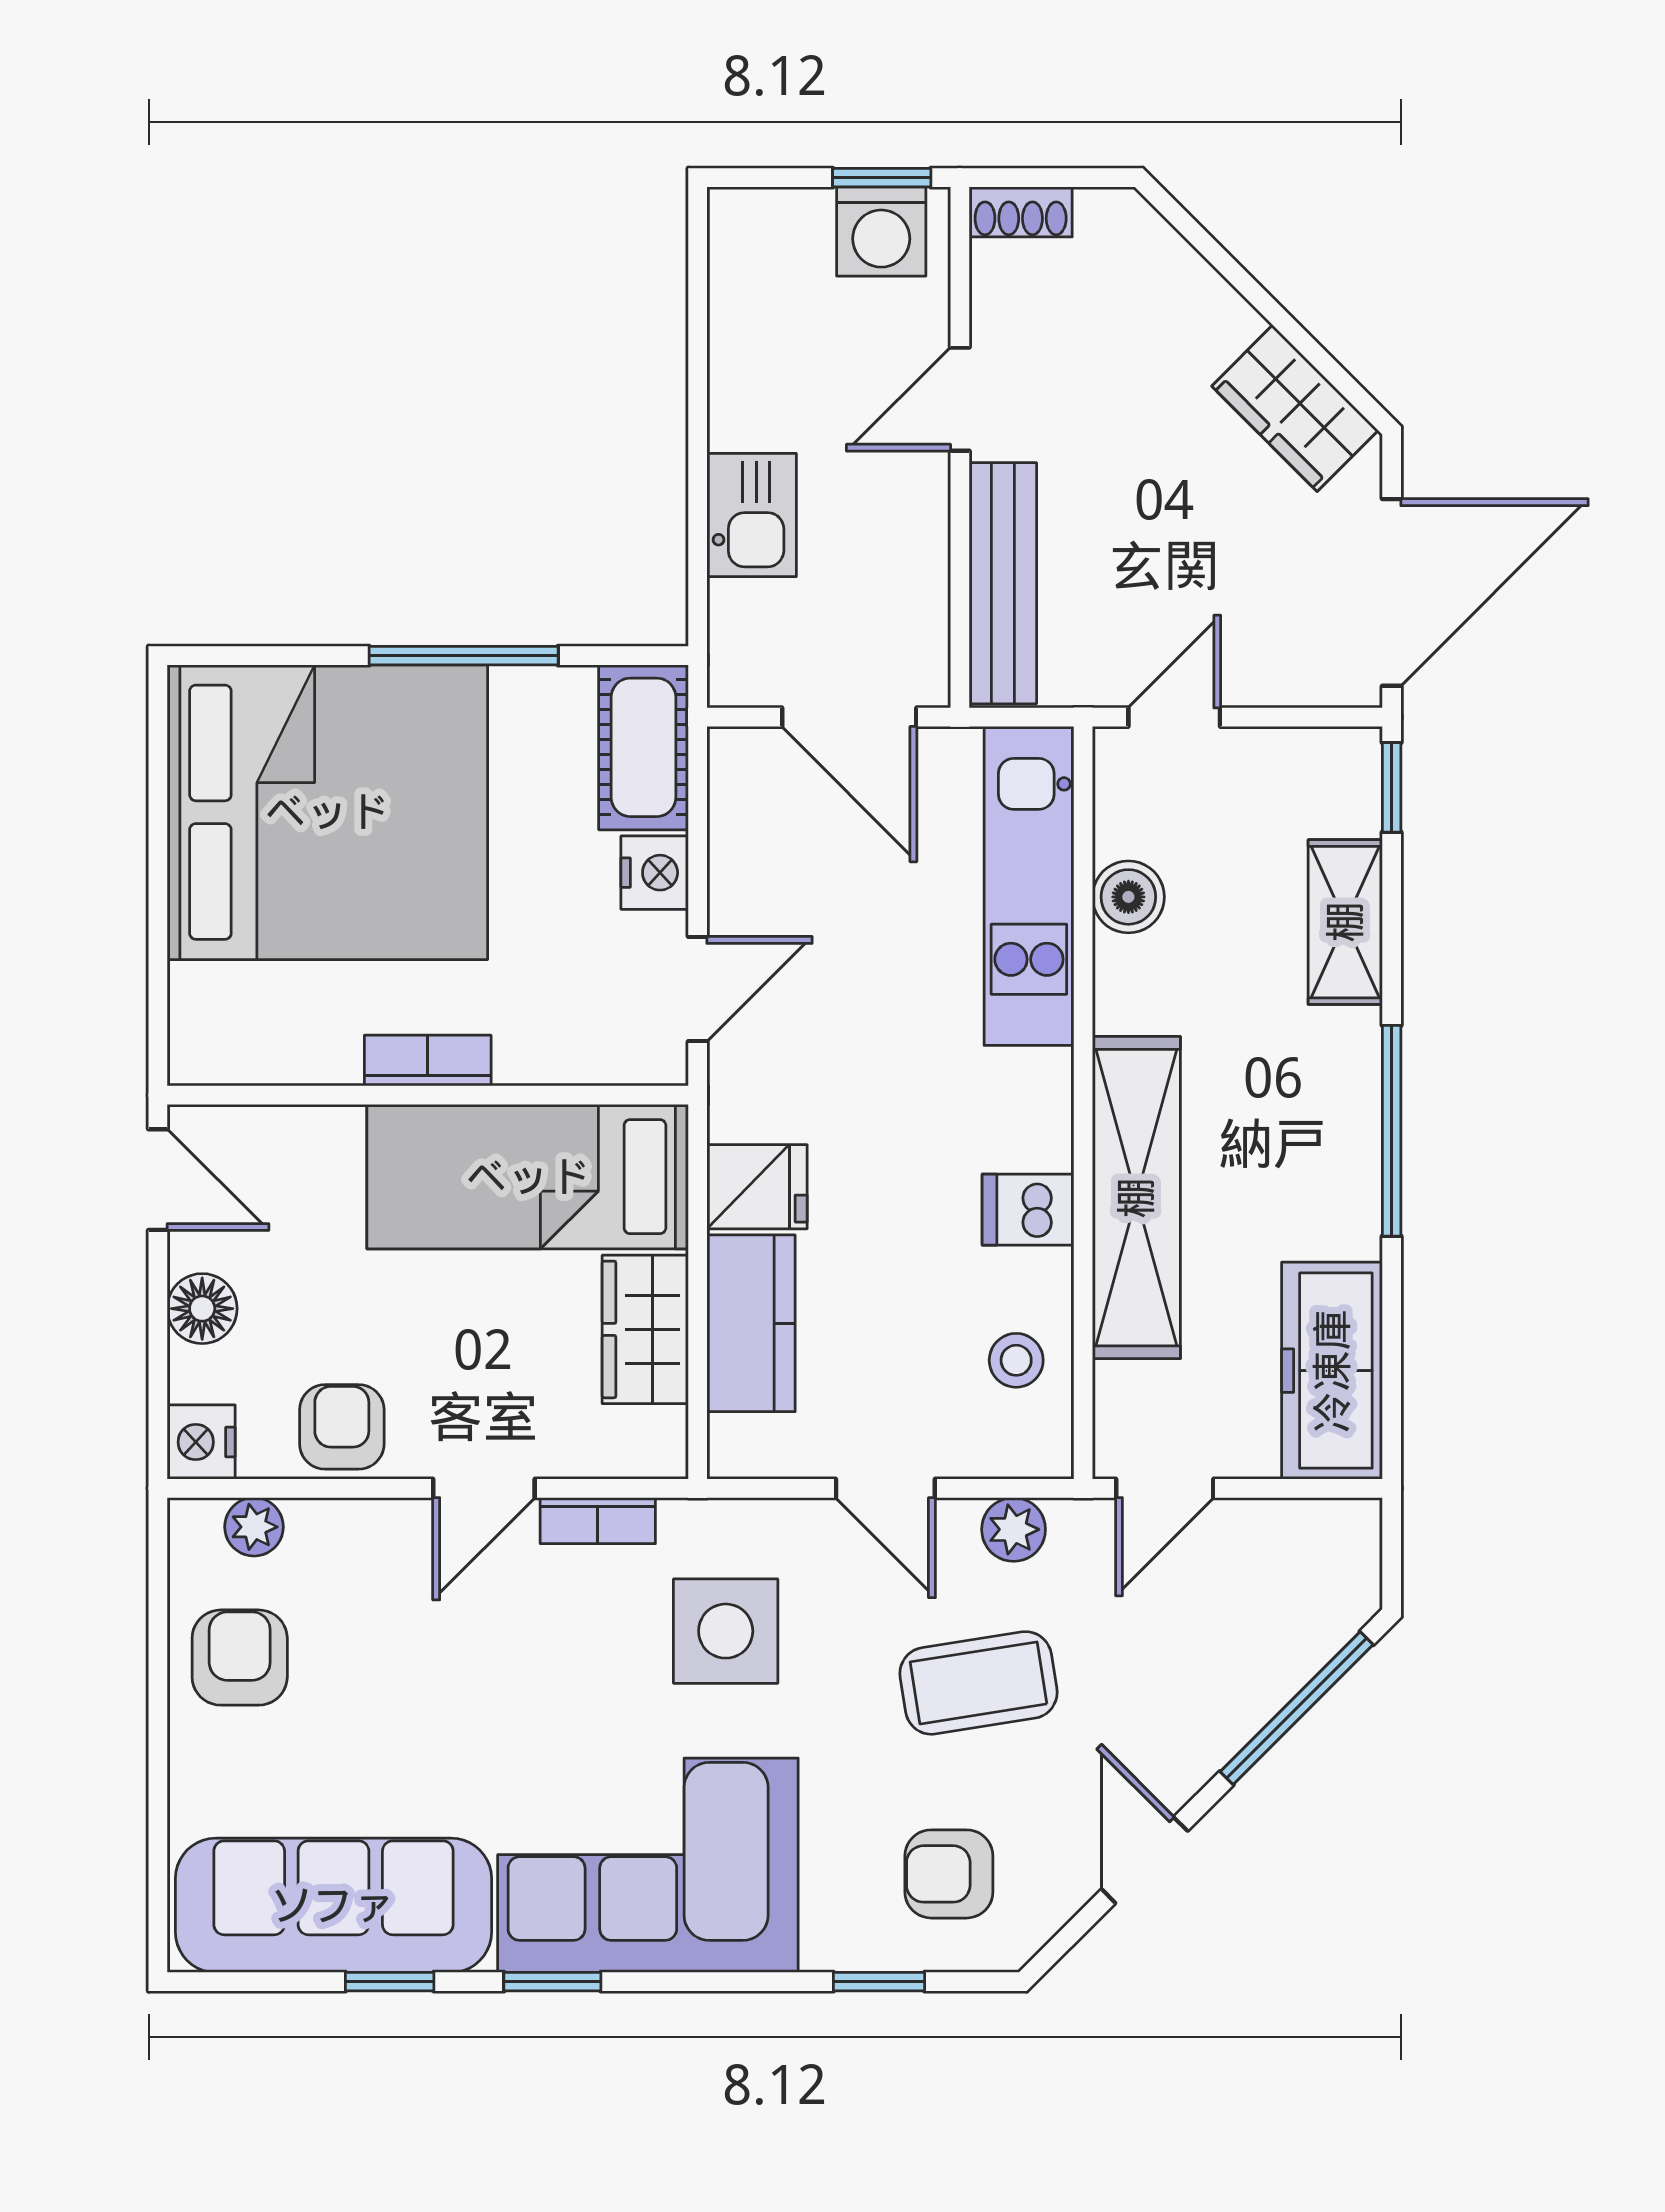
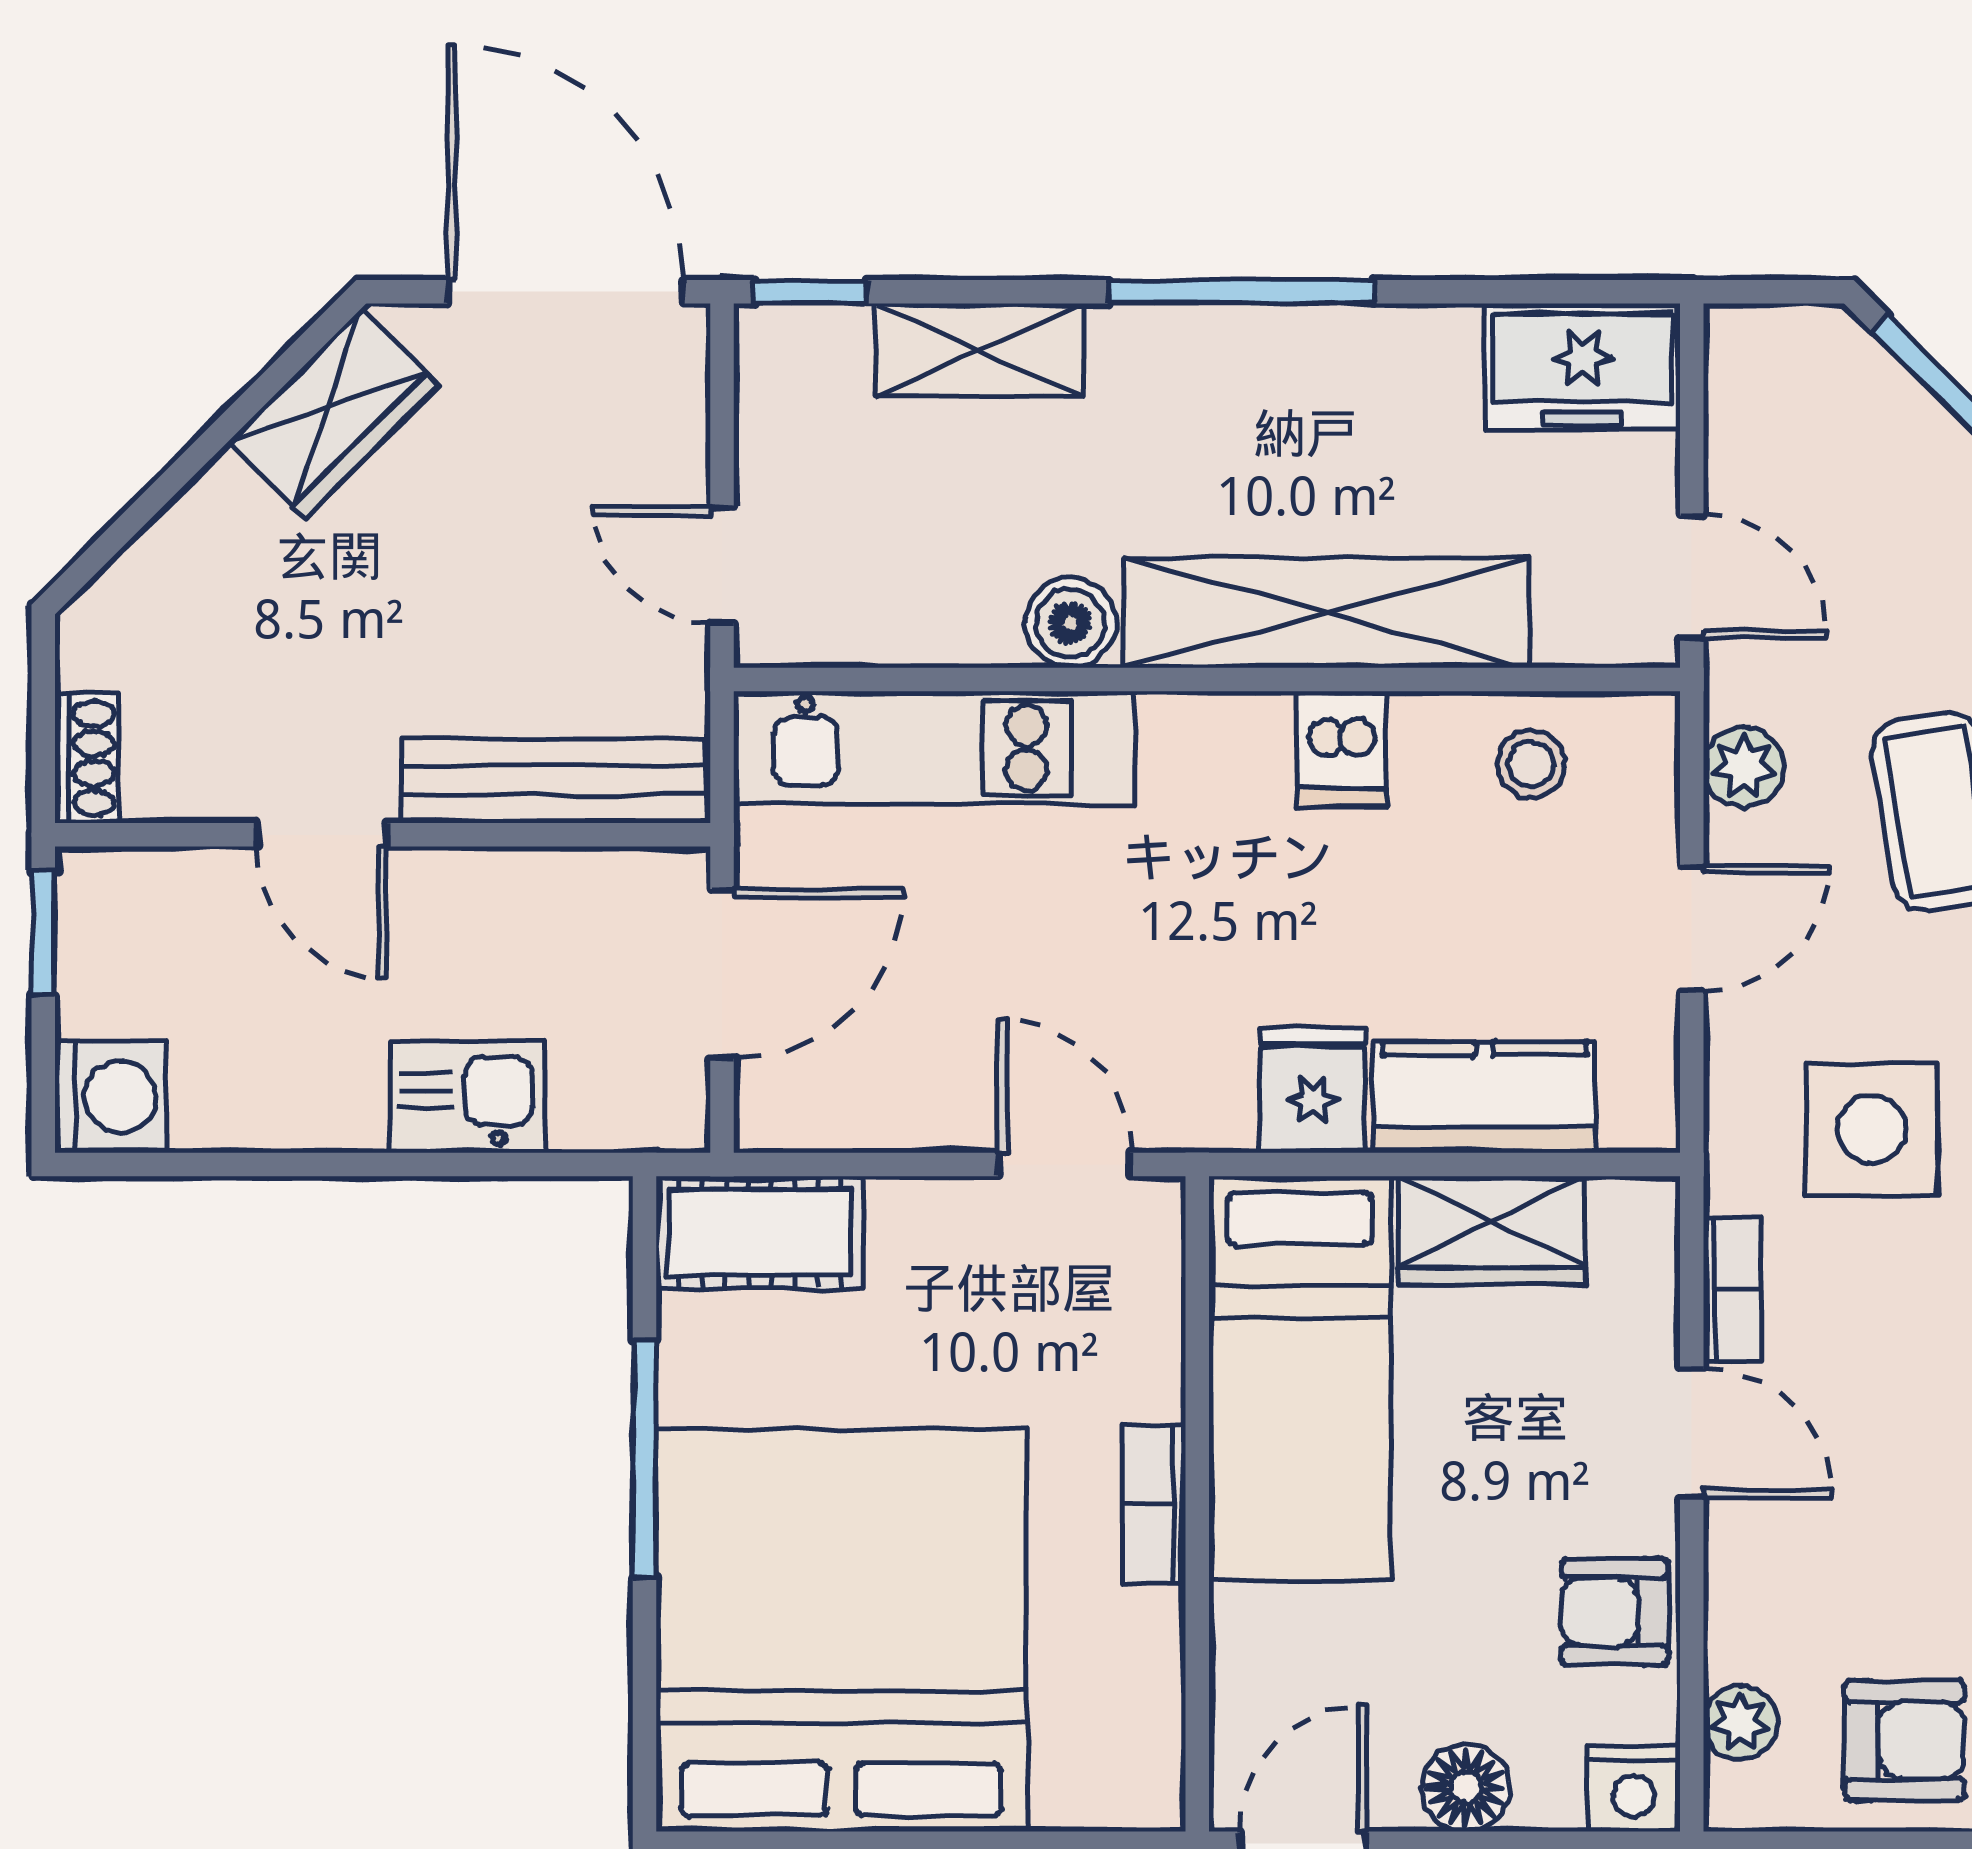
washing machine: (881, 231) -> (111, 1097), moved
nightstand: (655, 873) -> (917, 1219), removed
boiler: (1128, 897) -> (1070, 623), moved
freezer: (1332, 1371) -> (1583, 367), width x0.71
armchair: (240, 1658) -> (1905, 1740), turned 180

